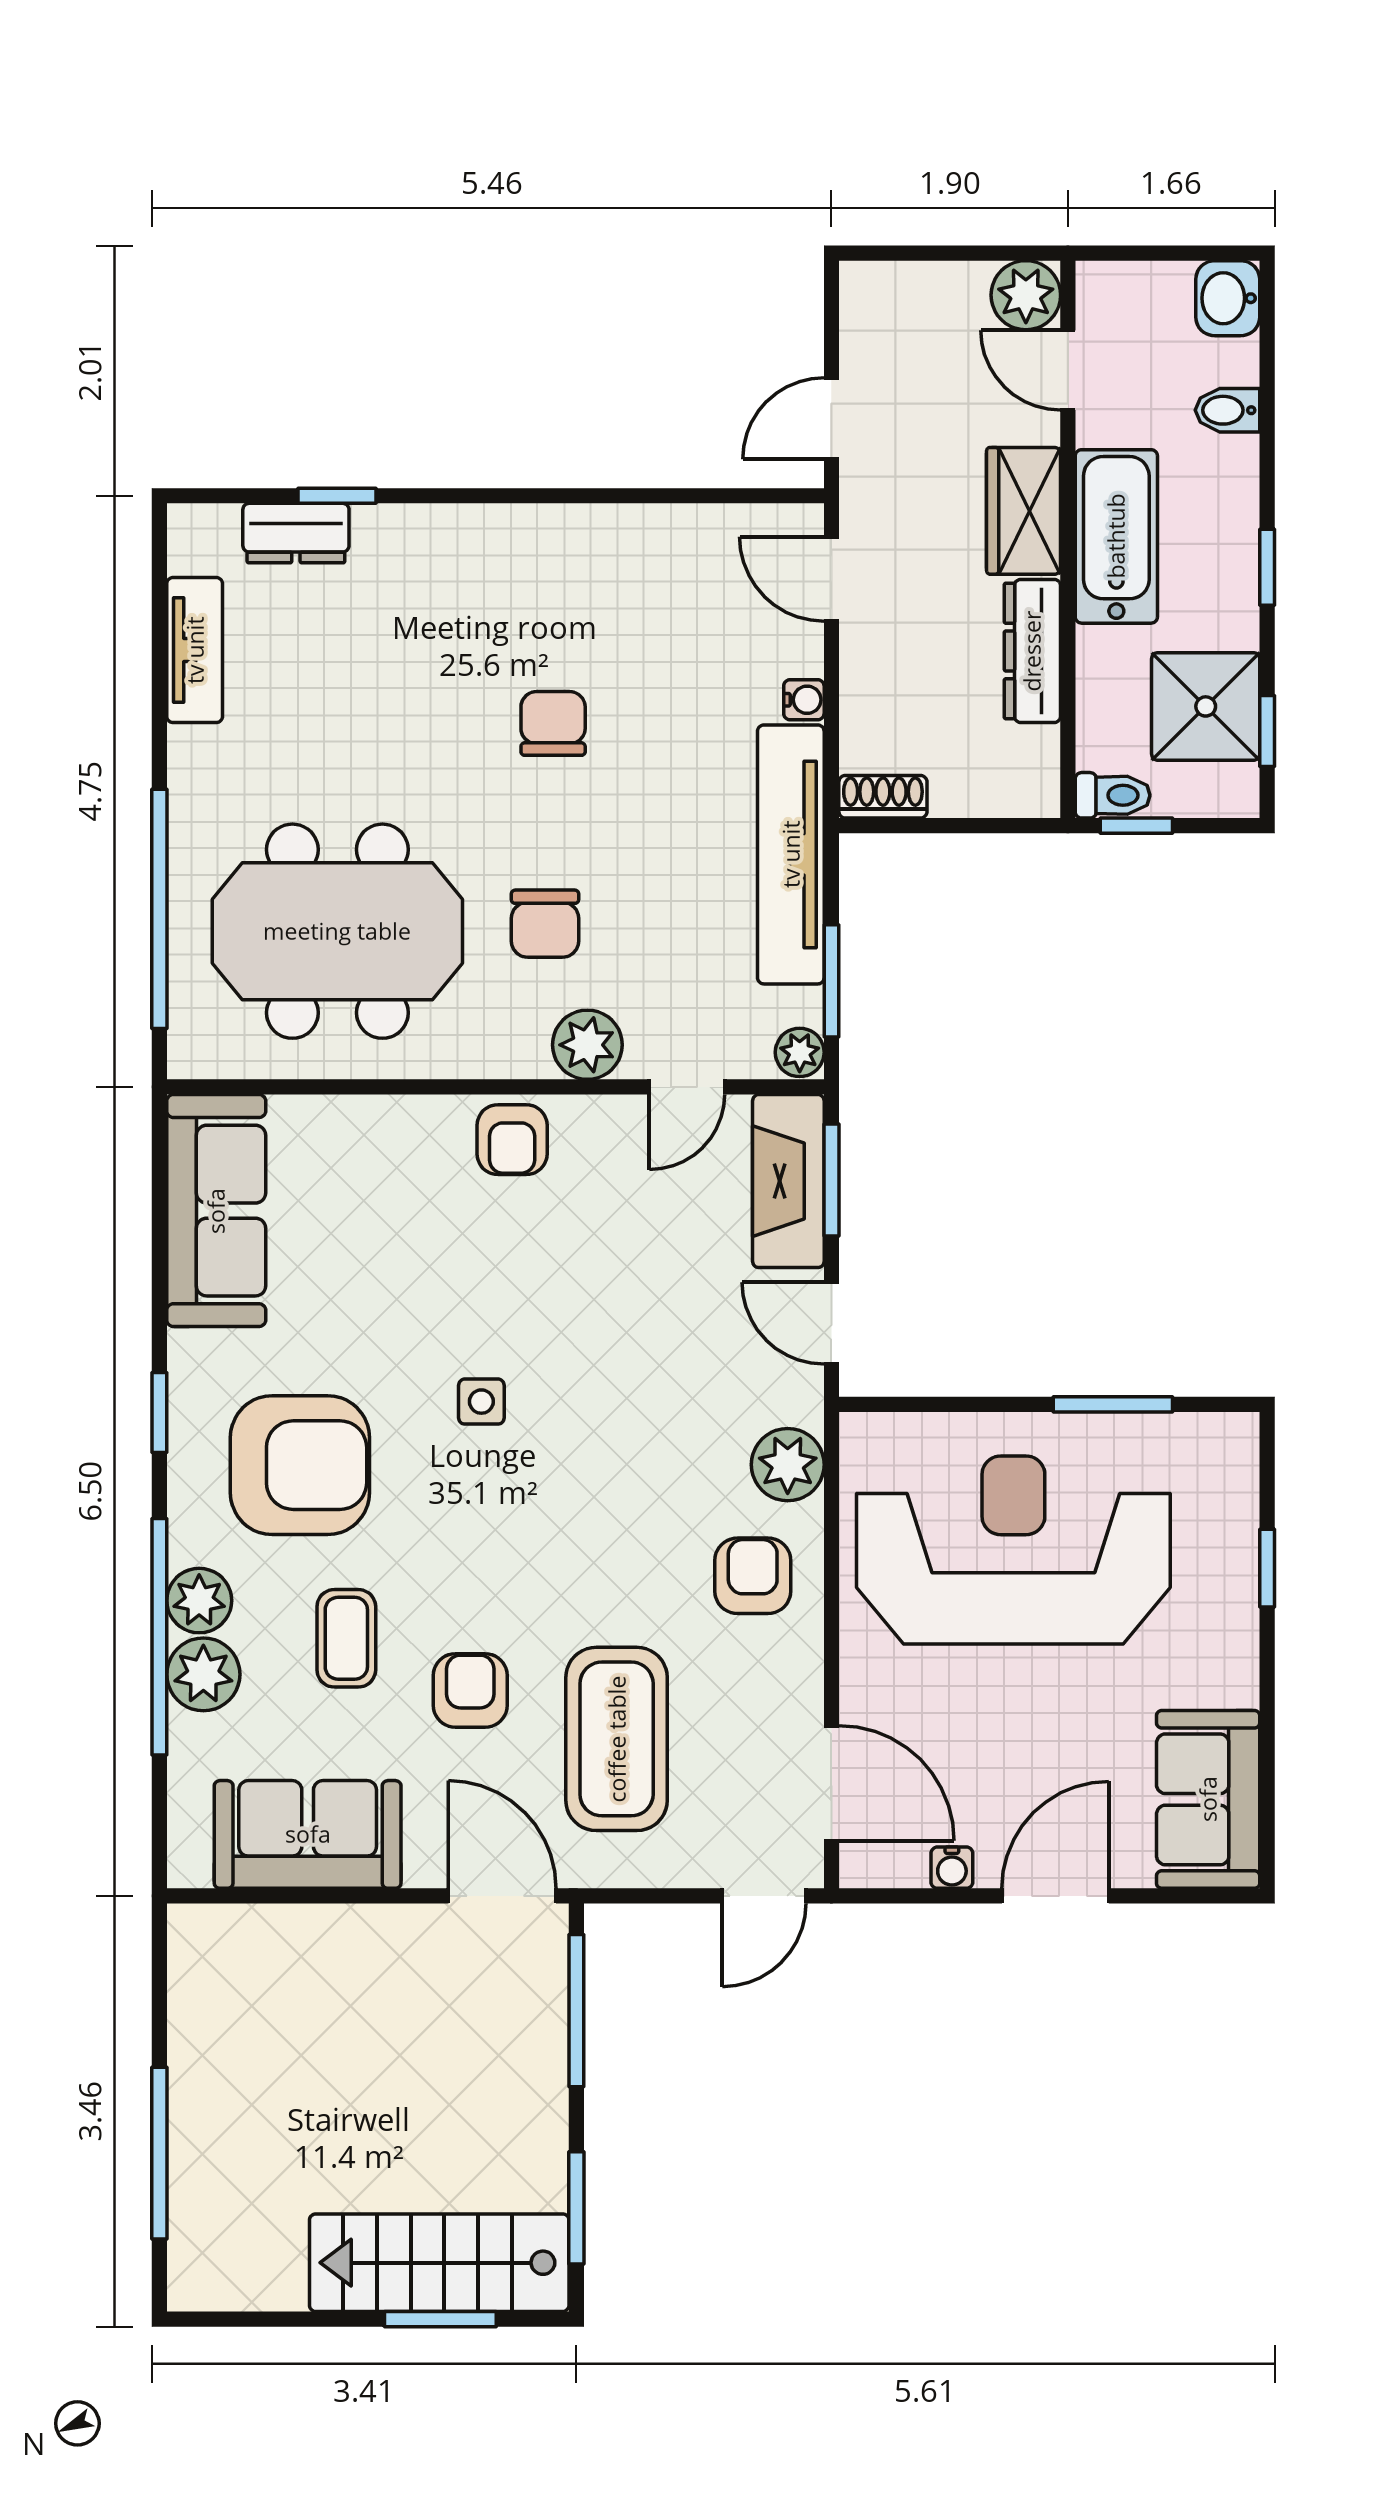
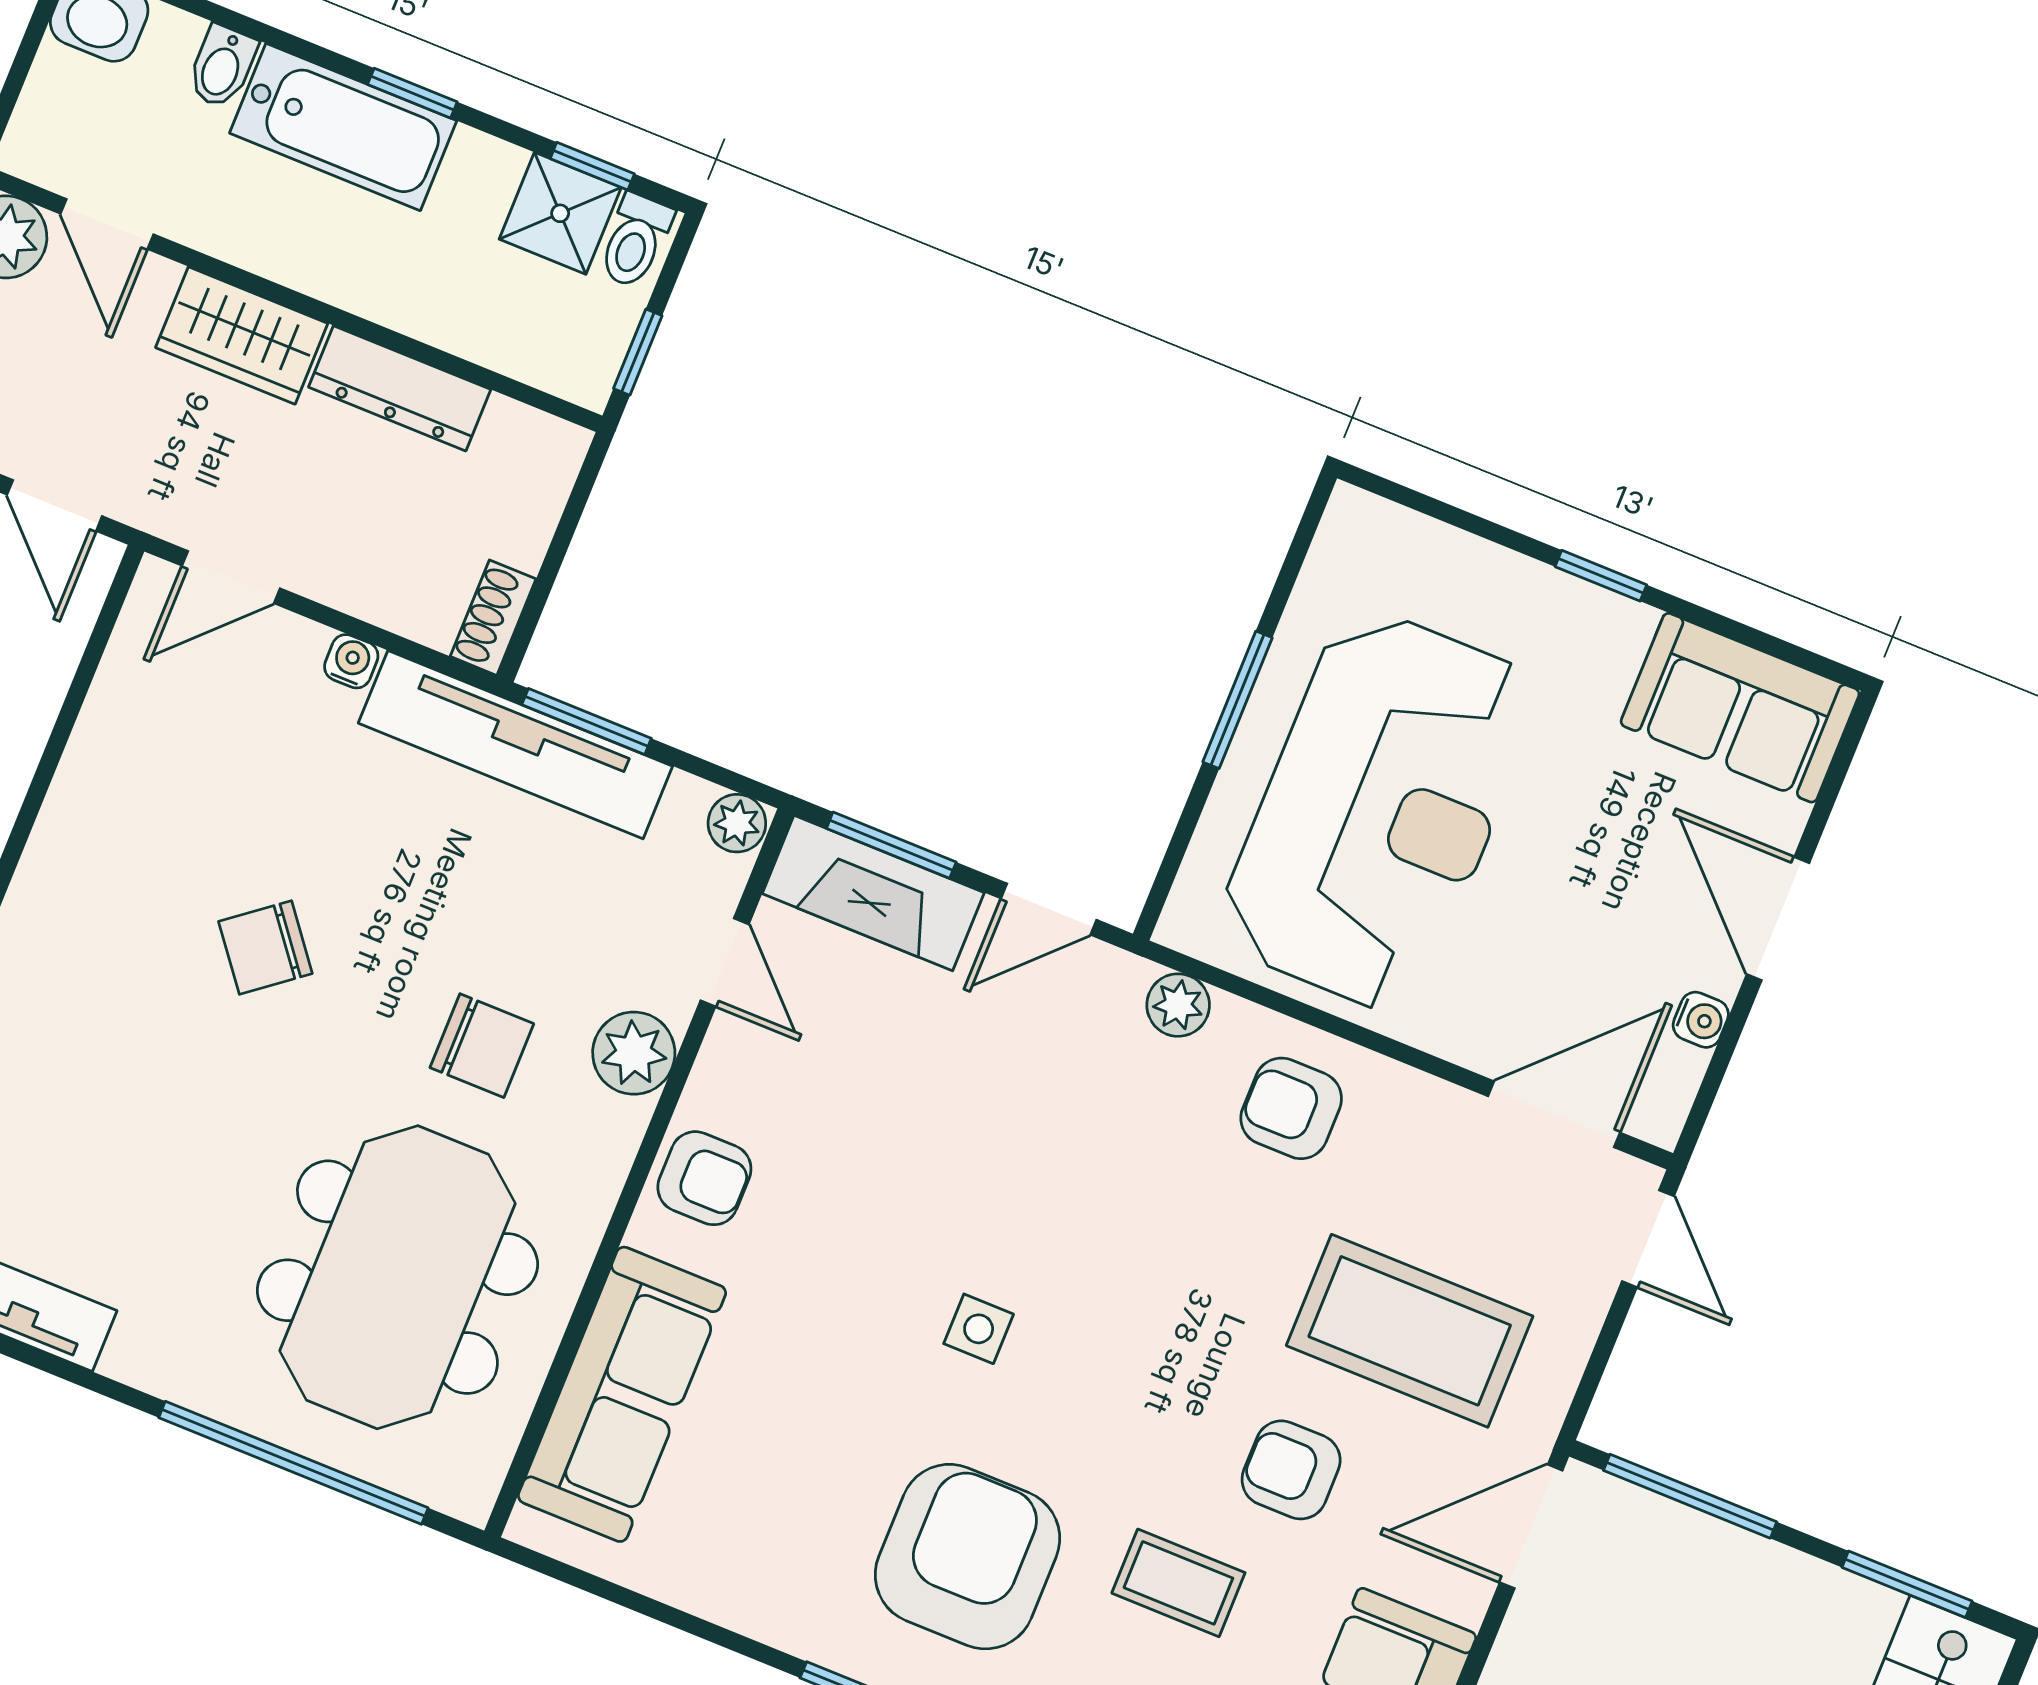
door: (1068, 370) -> (107, 224), hinge flipped
bathtub: (1116, 536) -> (343, 127), moved, turned 180
shower: (1206, 706) -> (560, 213), width x0.73, depth x0.73
chair: (553, 723) -> (265, 947), turned -38
toilet: (1113, 795) -> (635, 241), moved, turned 180
window: (831, 981) -> (587, 721), moved
sofa: (216, 1211) -> (622, 1394), moved, turned 90
window: (1113, 1404) -> (1237, 700), moved
plant: (788, 1465) -> (1178, 1005), width x0.73, depth x0.73
reception desk: (1013, 1550) -> (1379, 810), turned 180
window: (1267, 1568) -> (1601, 576), moved

